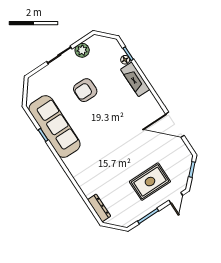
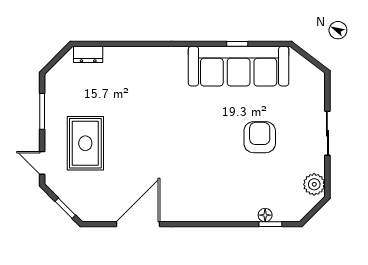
plant: (82, 50) -> (314, 184), moved
fireplace: (135, 79) -> (231, 211), removed
dresser: (99, 208) -> (88, 54), width x0.70

